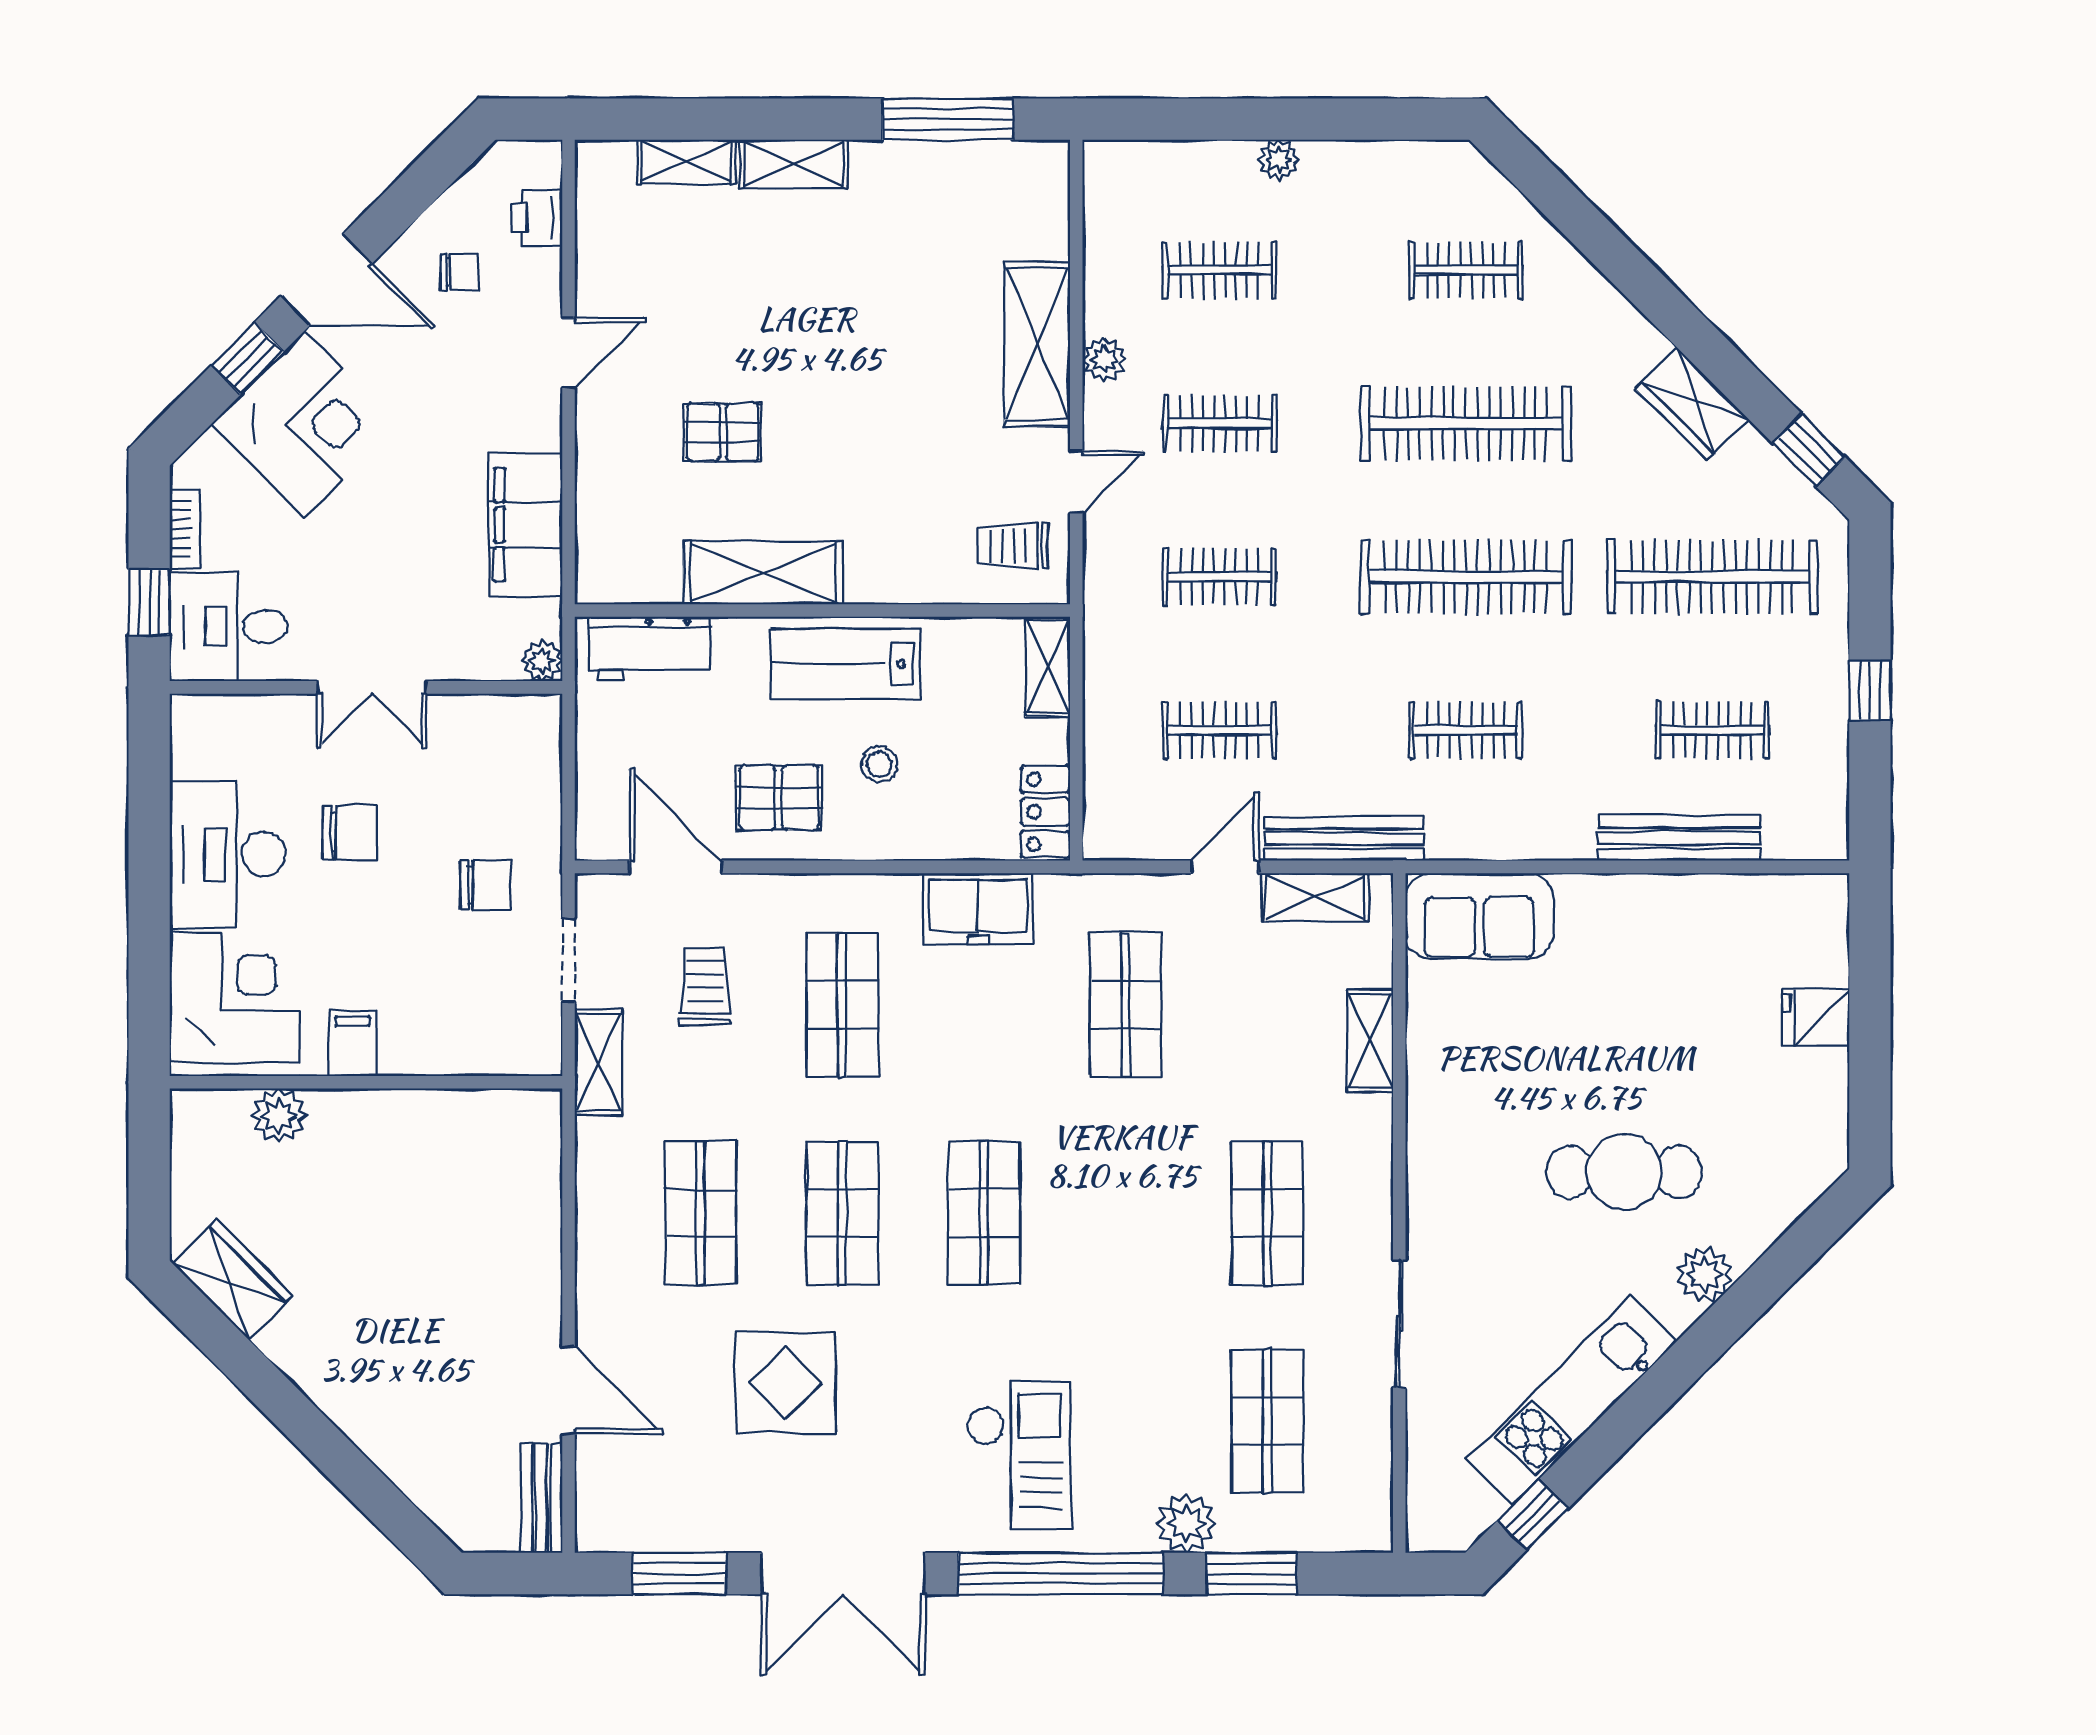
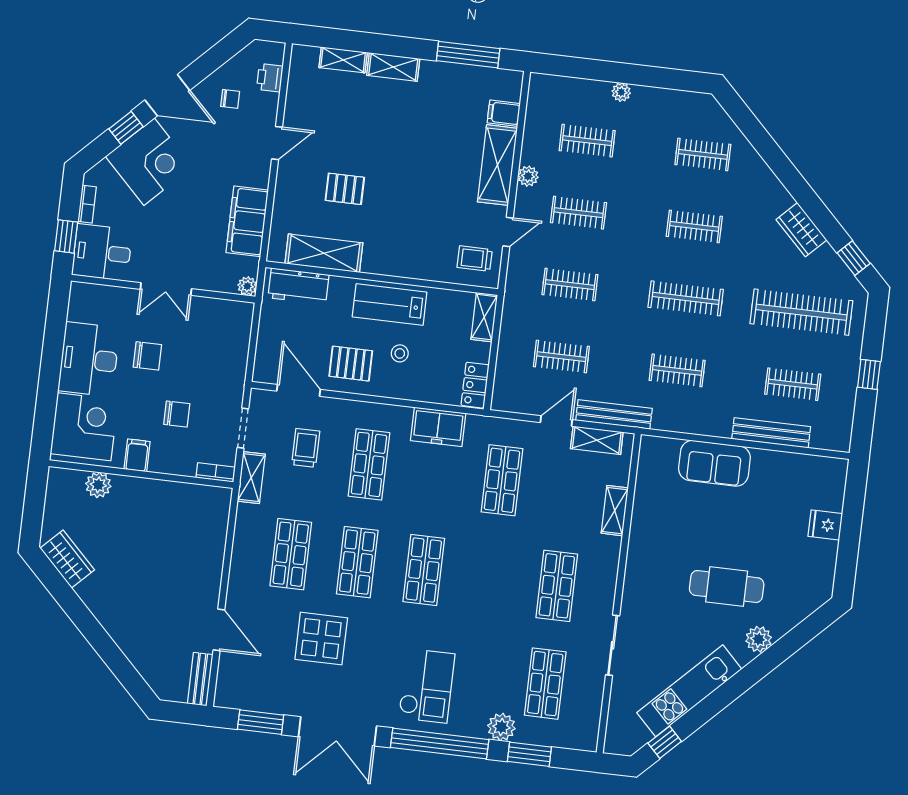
filing cabinet: (1037, 233) -> (504, 113), added
clothes rail: (1466, 424) -> (694, 226), width x0.54, depth x0.76
shelving: (763, 573) -> (324, 253), moved
clothes rail: (1466, 577) -> (686, 298), width x0.73, depth x0.76
chair: (485, 885) -> (177, 414), moved
sofa: (1479, 916) -> (714, 463), moved
bookcase: (522, 1060) -> (216, 472), added

